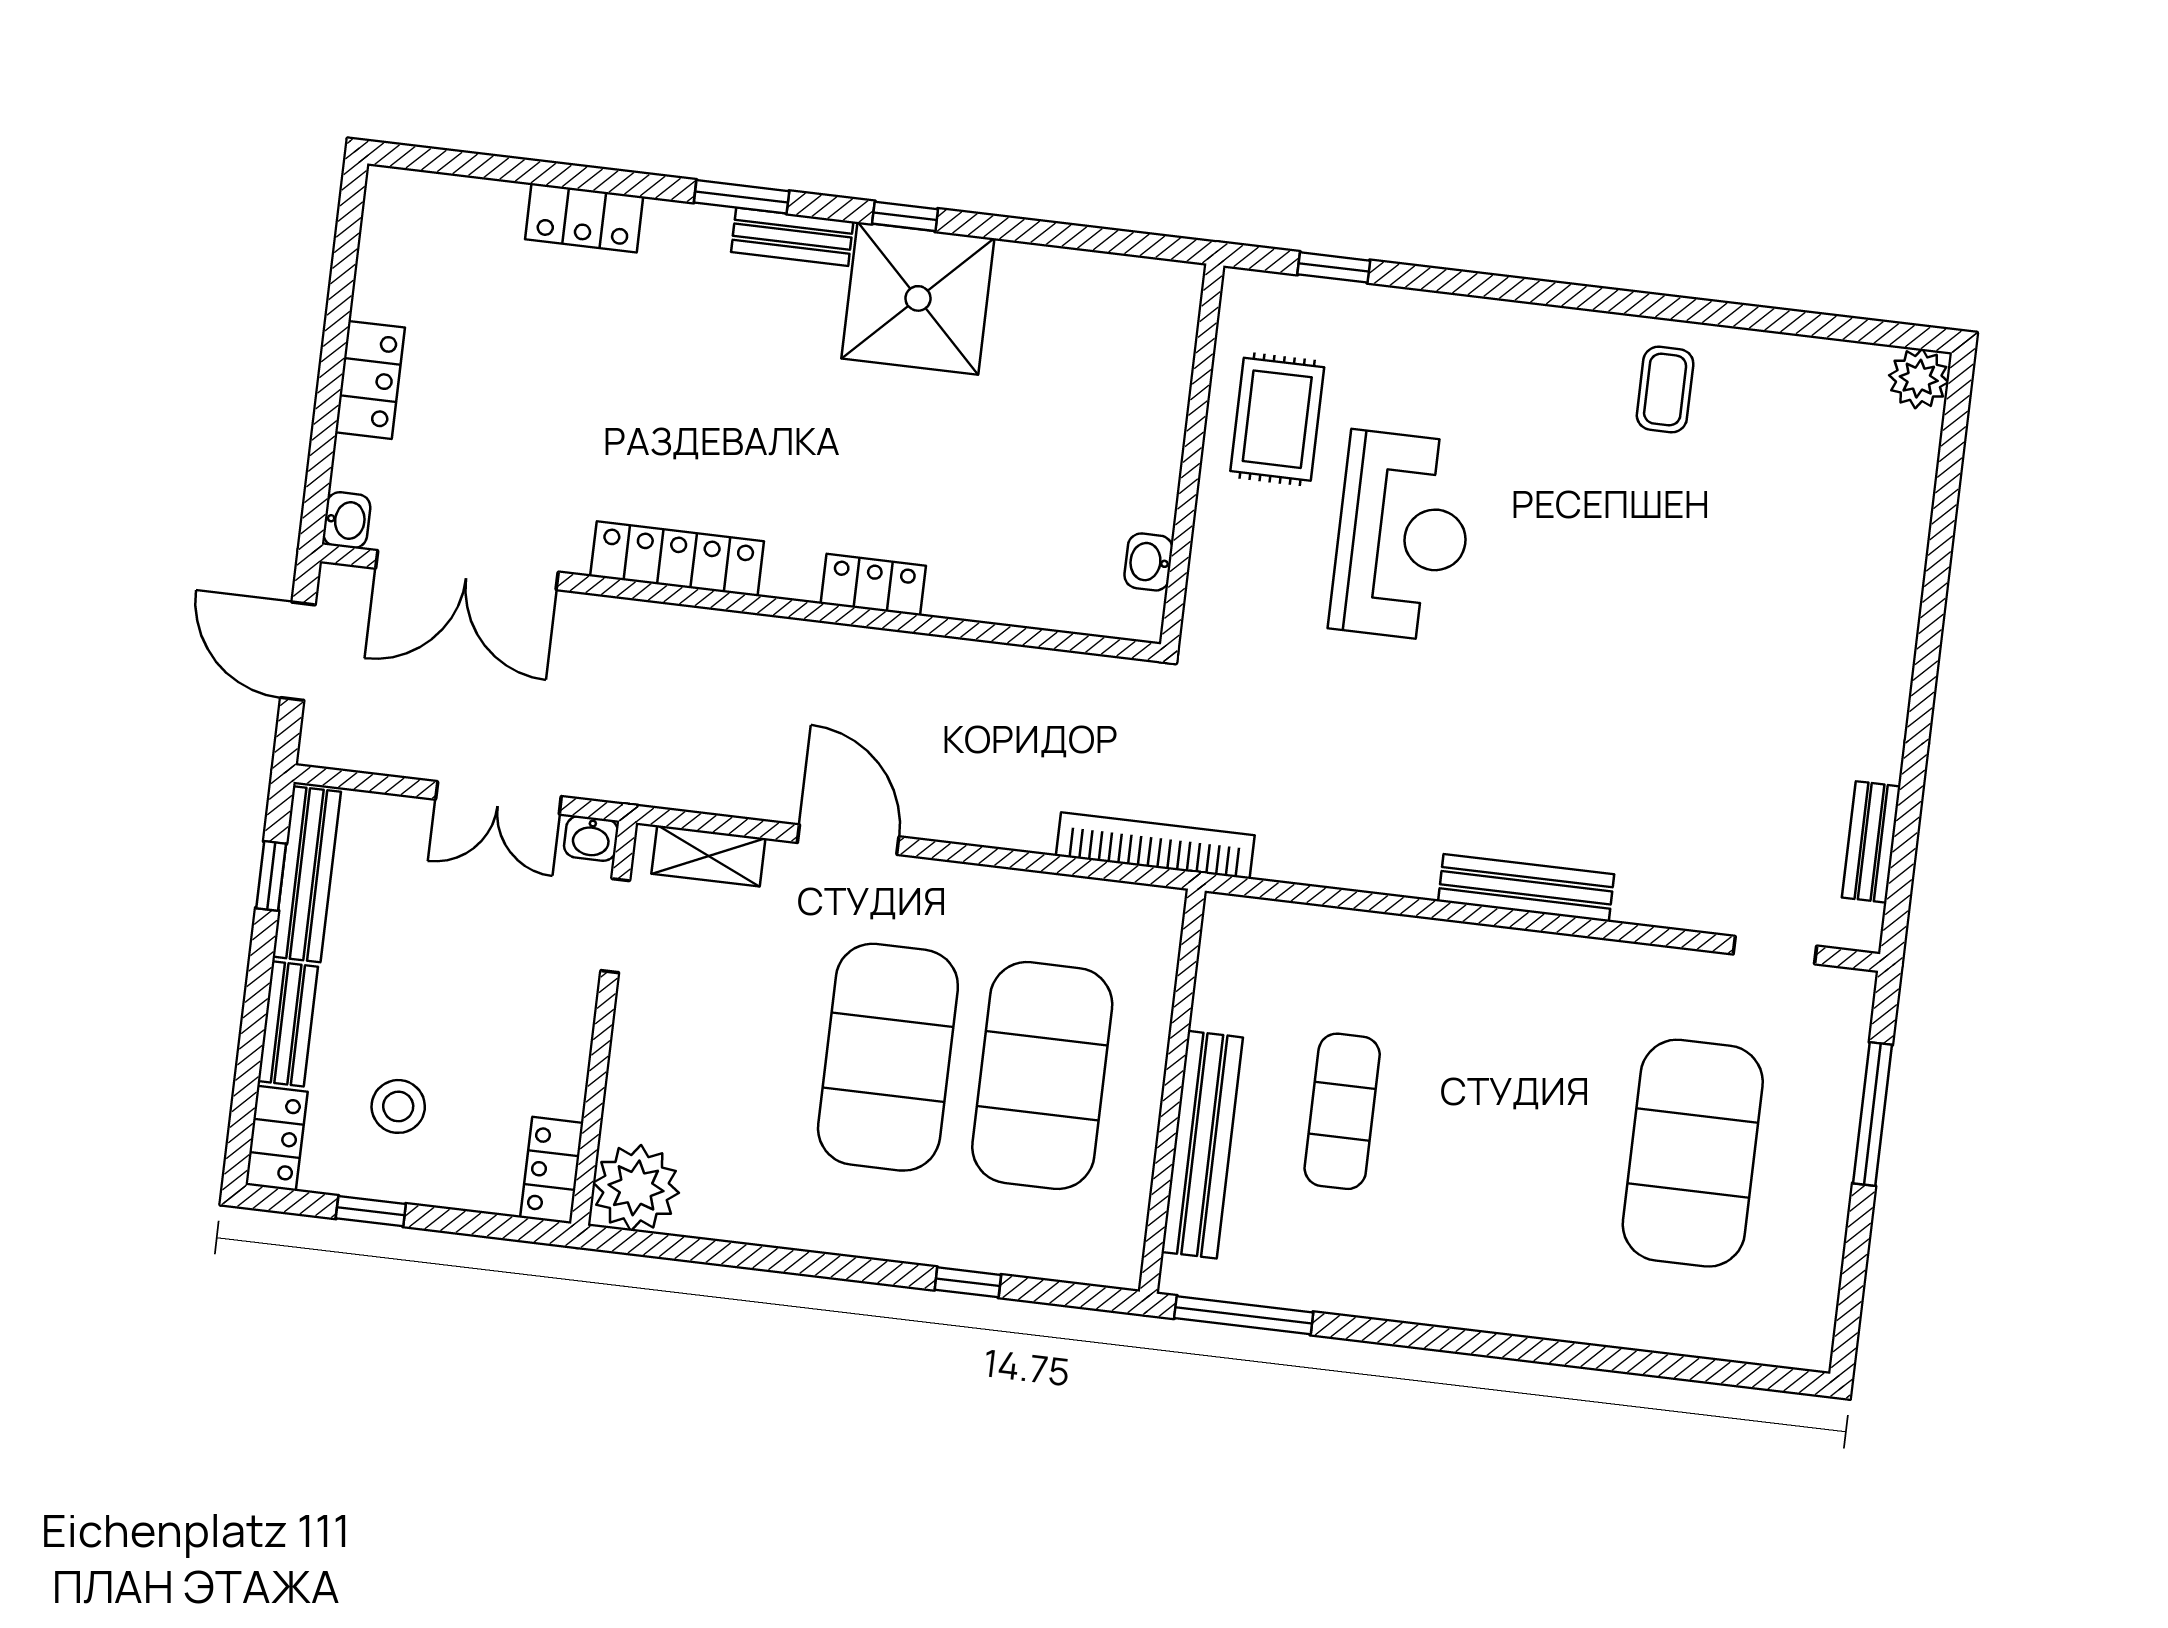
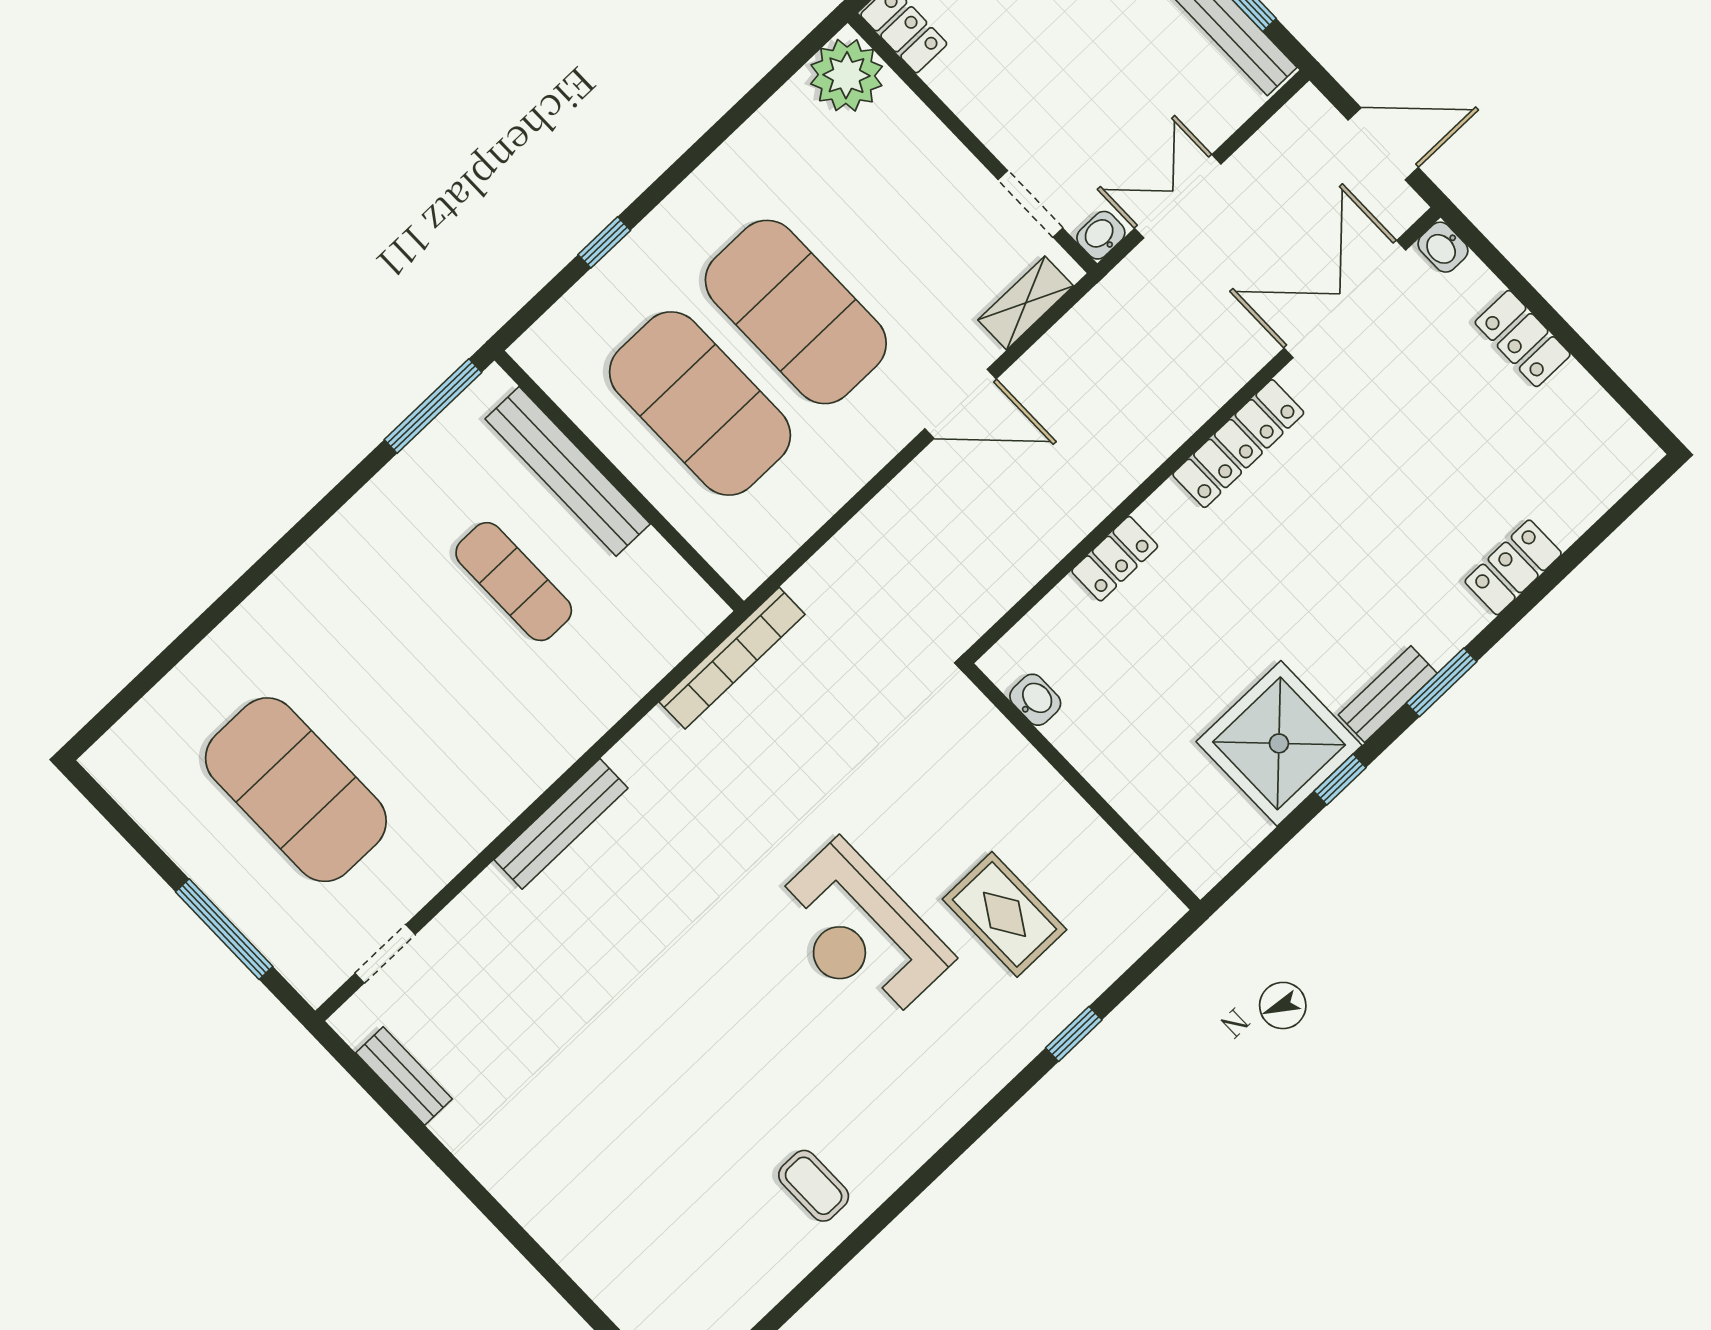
wall: (1192, 455) -> (1082, 787), moved
washbasin: (1149, 562) -> (1035, 700), moved
bookcase: (1155, 846) -> (732, 658), moved

